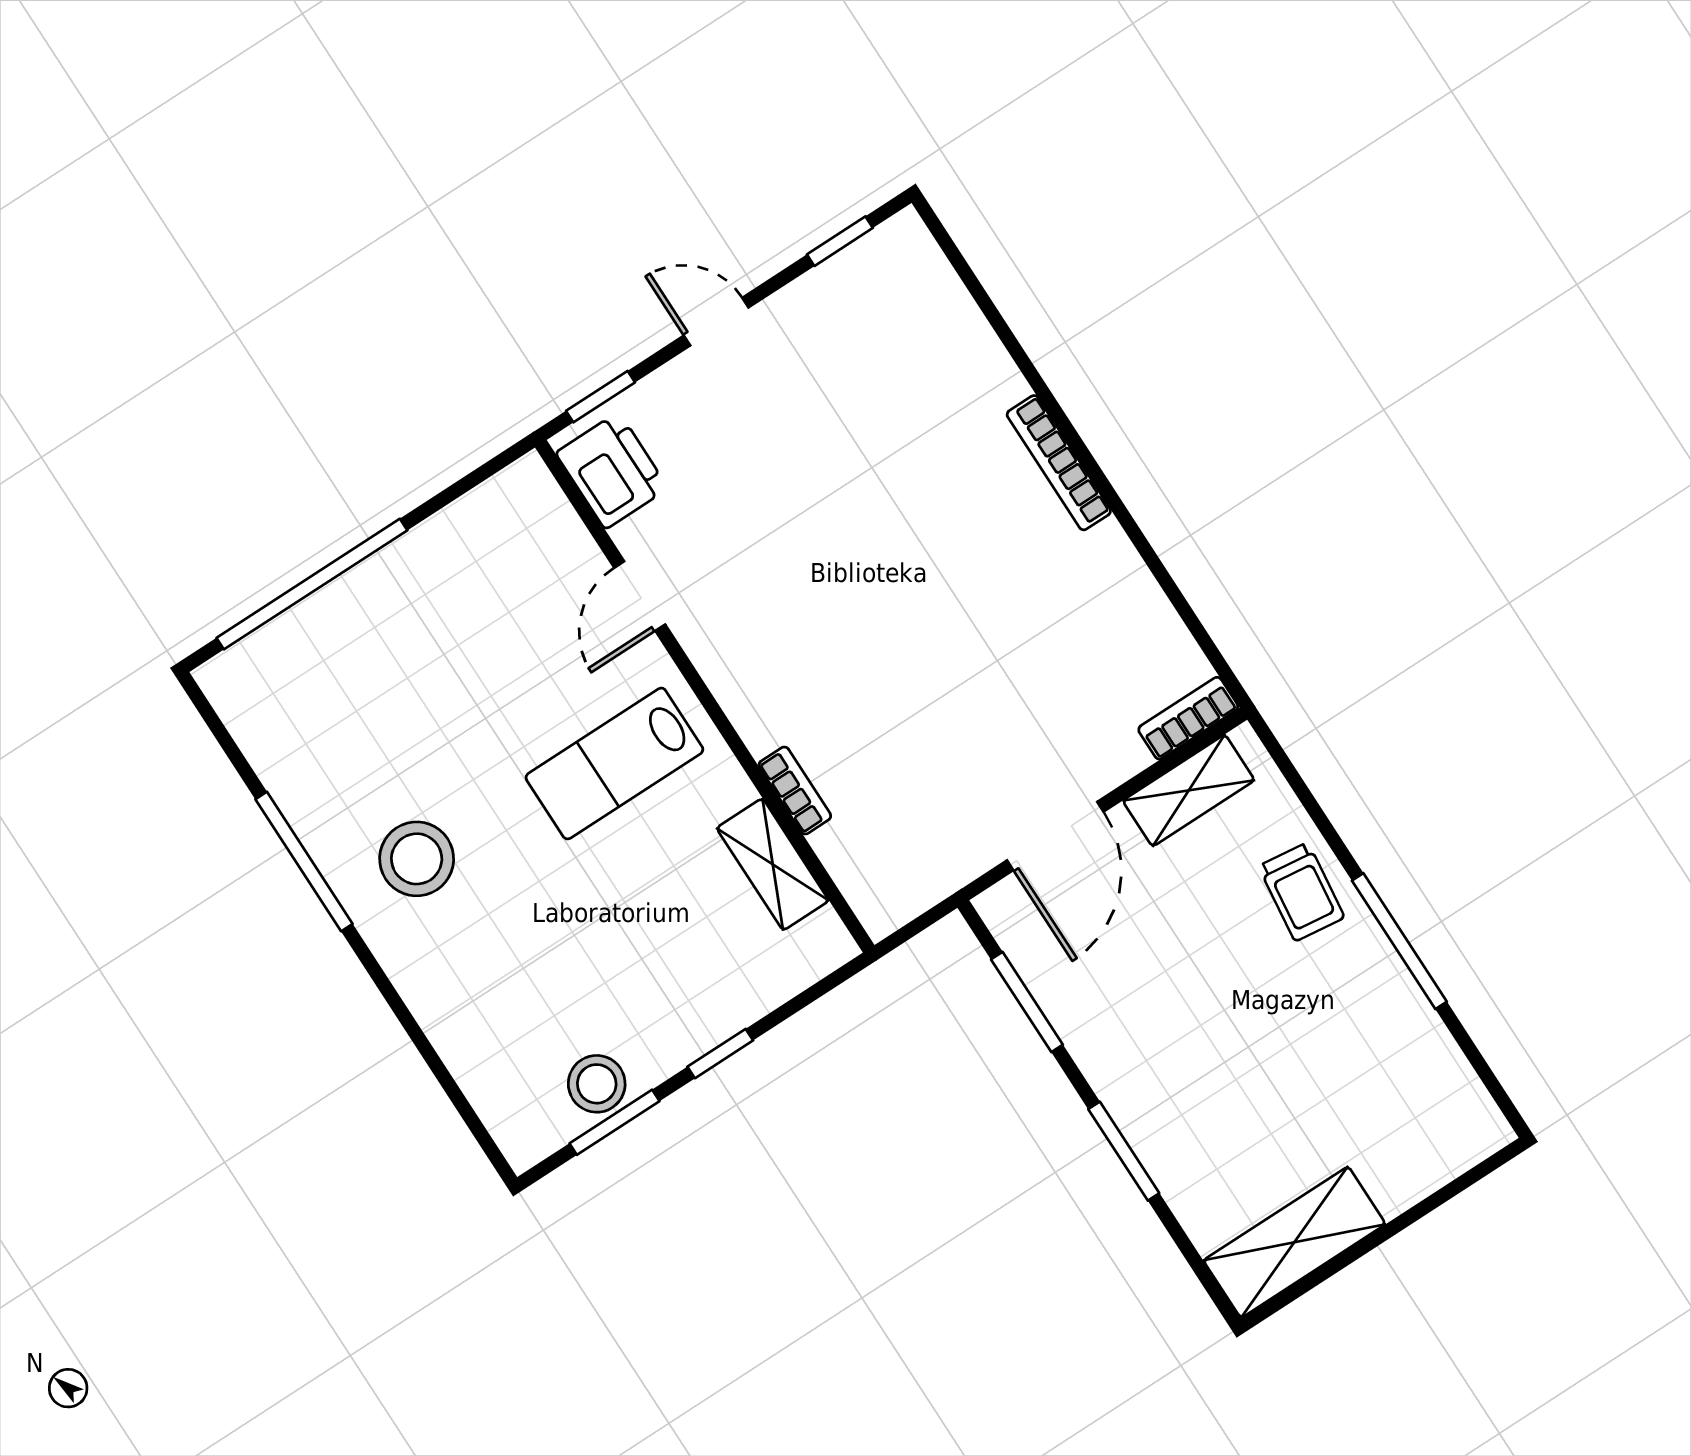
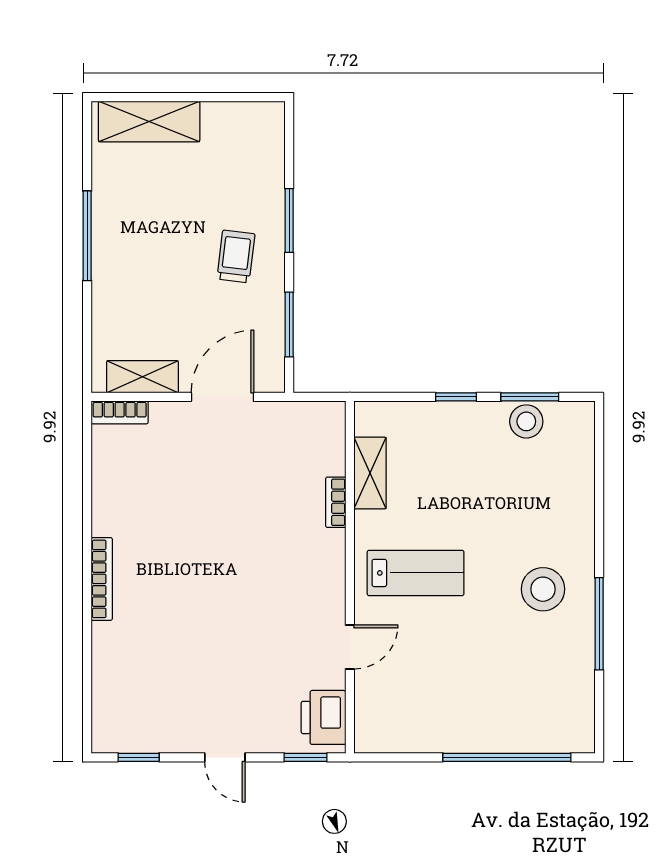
trolley: (1301, 892) -> (236, 256), moved
shelving: (1294, 1242) -> (149, 121), moved

